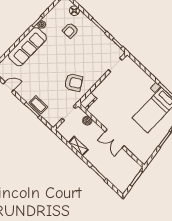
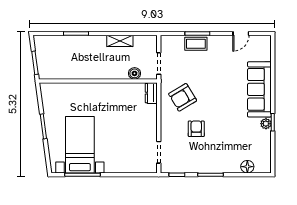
armchair: (70, 30) -> (196, 129), moved
double door: (115, 139) -> (92, 81), removed

